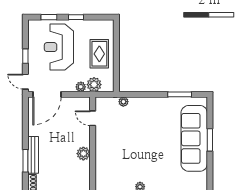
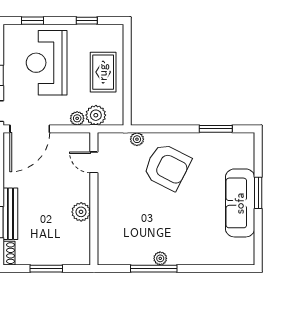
window: (76, 17) -> (87, 21), moved
armchair: (145, 121) -> (167, 167), added
sofa: (194, 138) -> (240, 203), width x0.74, depth x0.79

